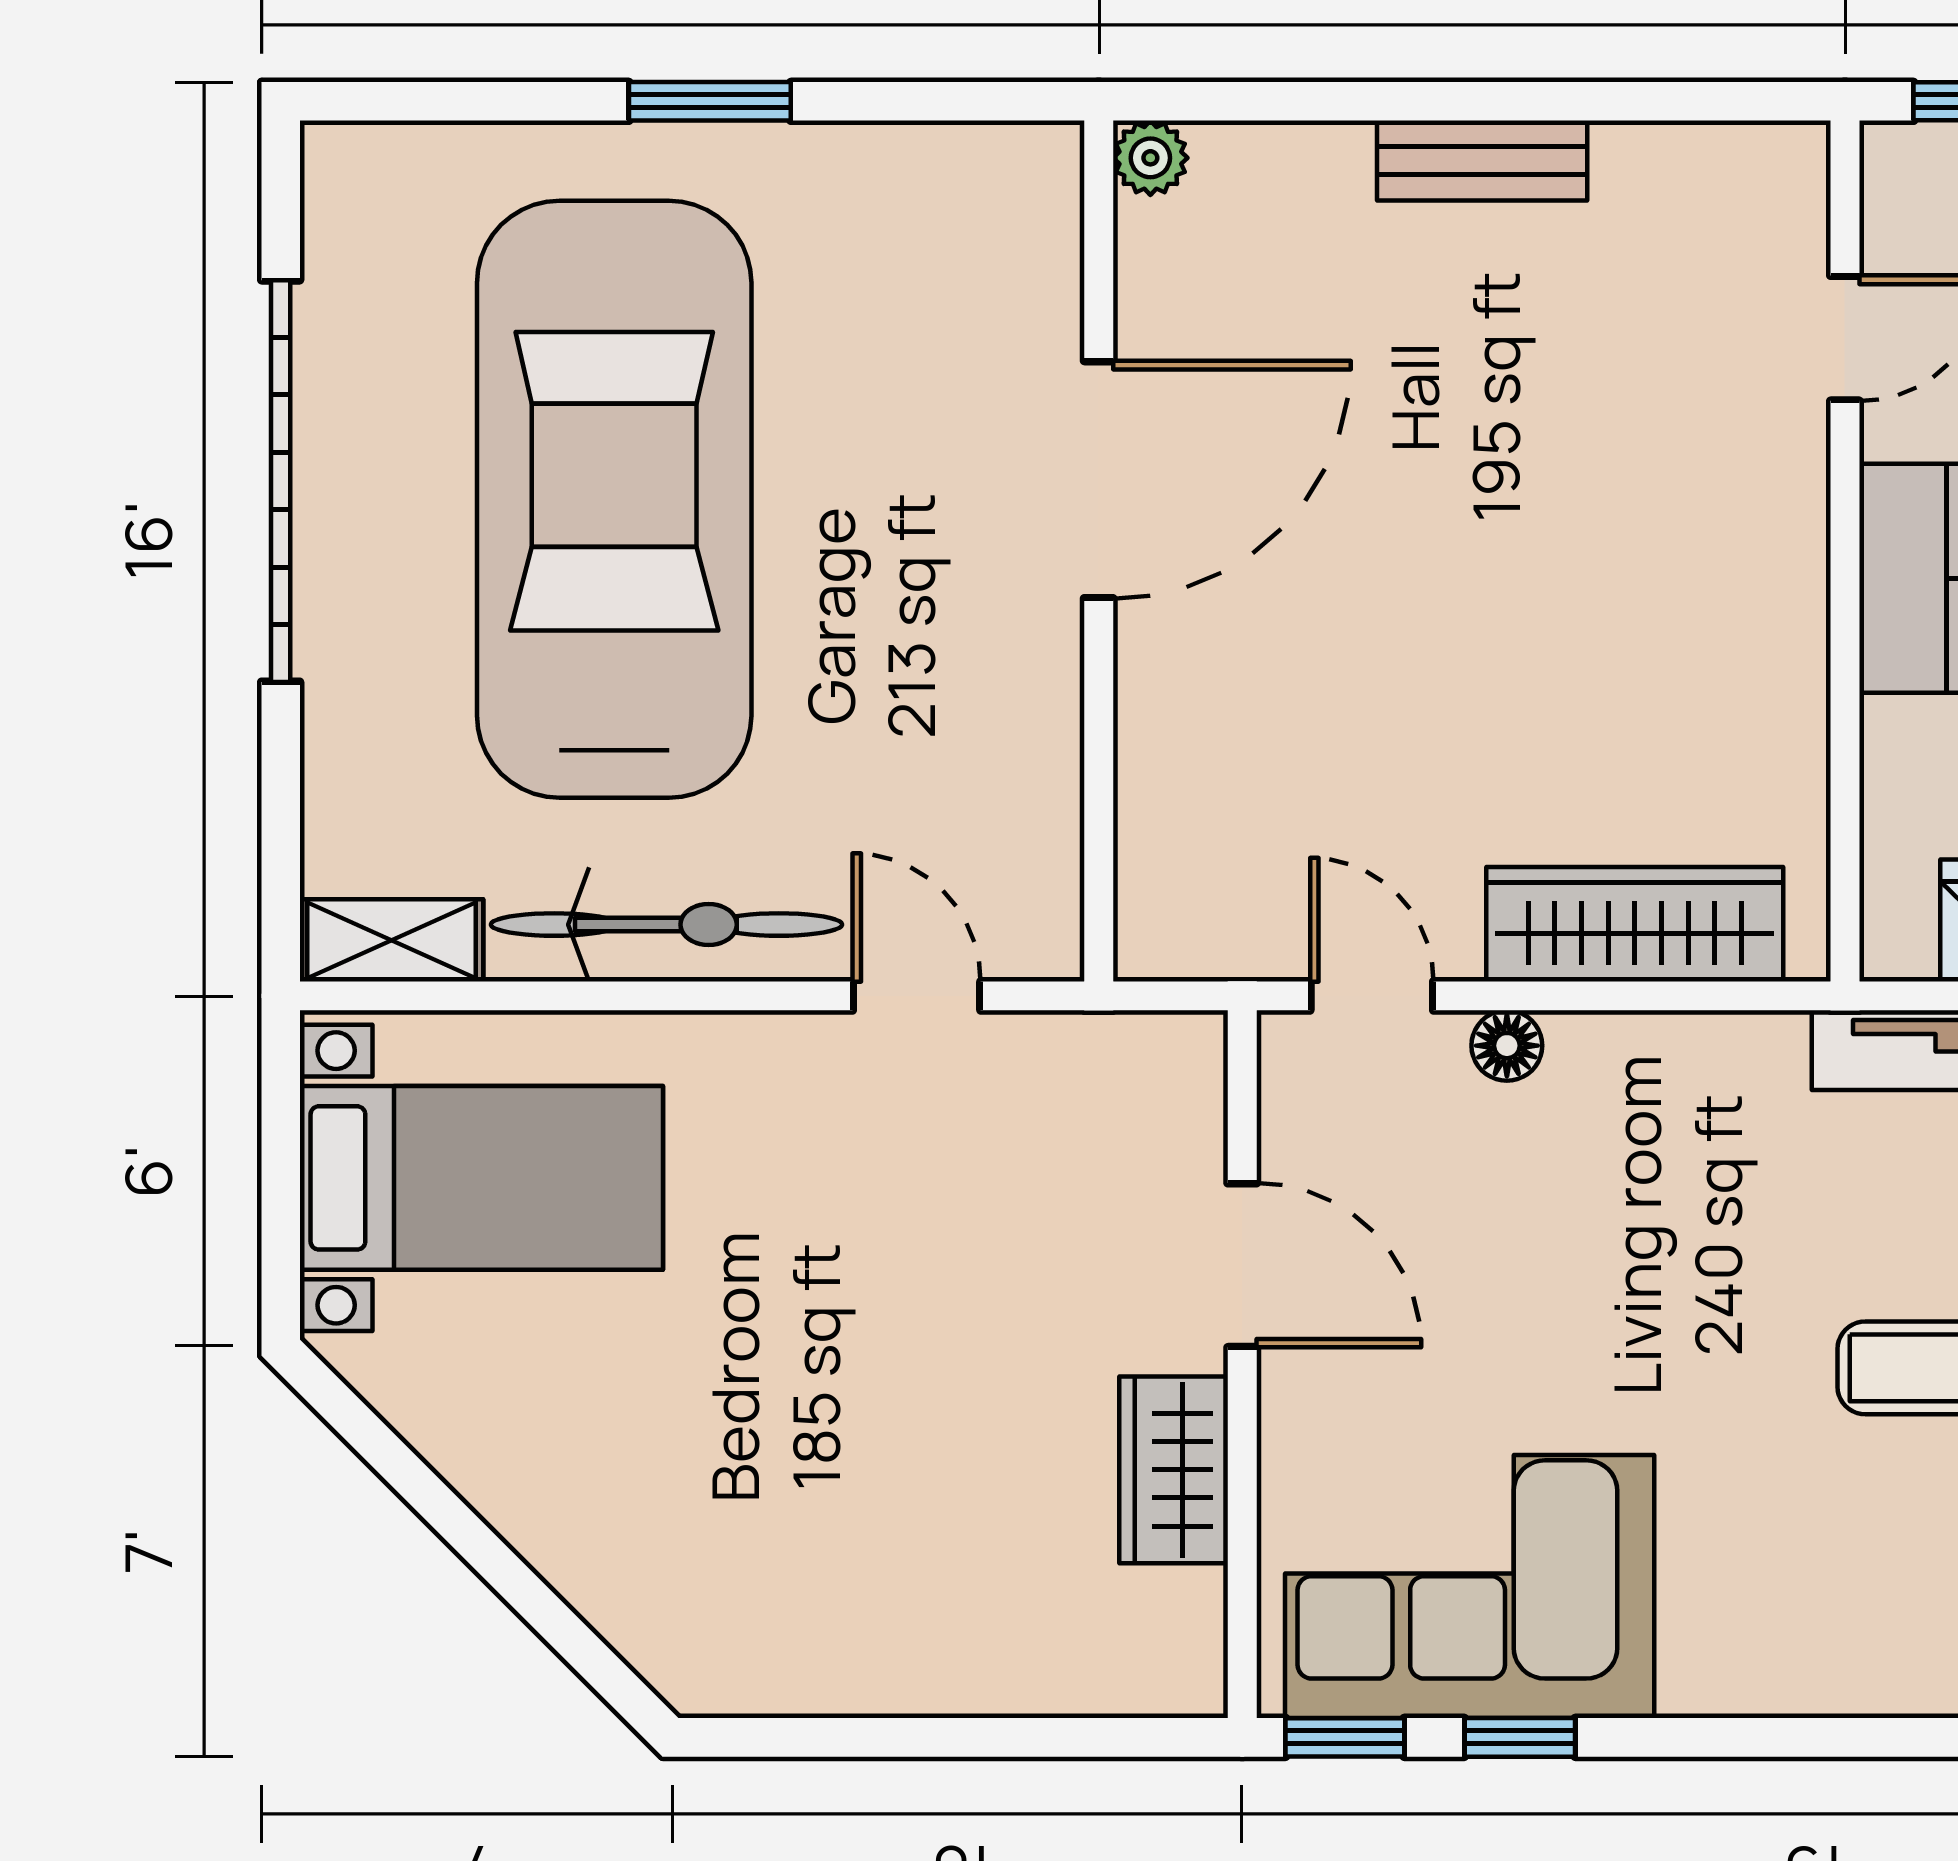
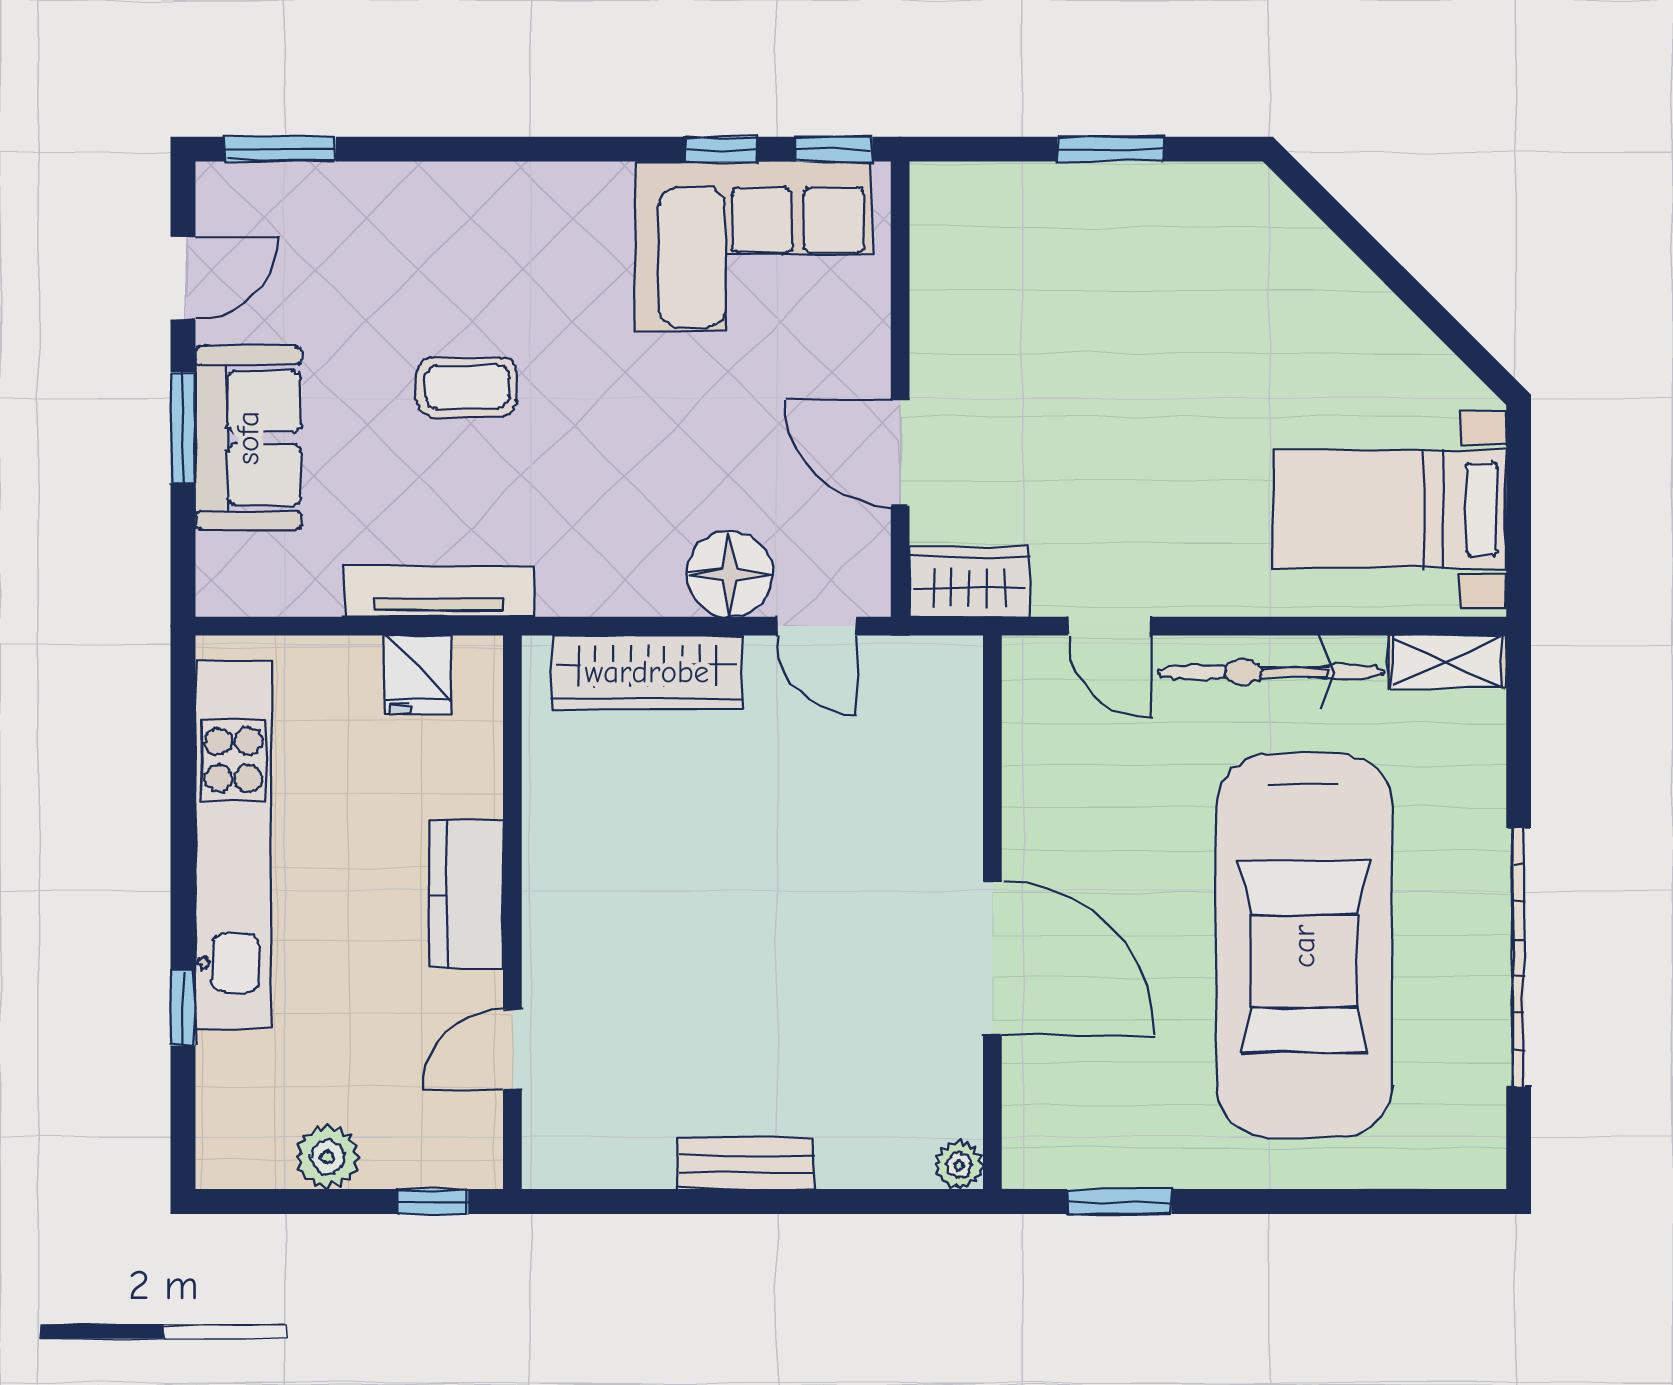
window: (710, 101) -> (1119, 1202), moved
door: (1099, 480) -> (992, 958), swing flipped
floor lamp: (1507, 1046) -> (730, 574), width x1.89, depth x1.89
wardrobe: (1174, 1470) -> (969, 582), moved, turned -90
window: (915, 1737) -> (1110, 149), added

